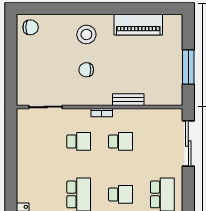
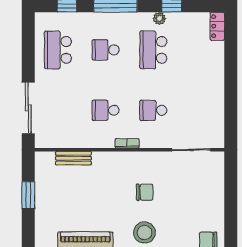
window: (188, 67) -> (28, 195), width x0.69
bench: (128, 100) -> (73, 158), moved

